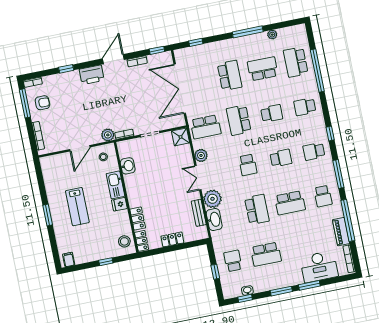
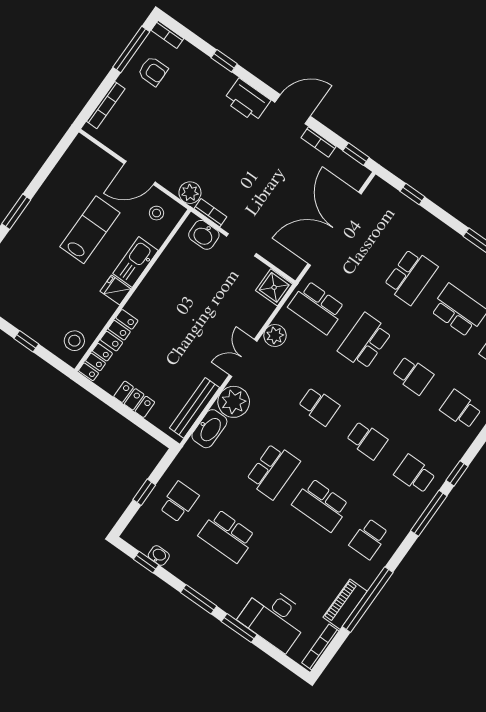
school desk: (248, 165) -> (319, 406), turned -90
washbasin: (128, 166) -> (204, 235), moved, turned 90
window: (338, 174) -> (429, 513), moved
lab bench: (77, 207) -> (90, 230), moved, turned 180
bench: (199, 213) -> (195, 408), width x1.36

